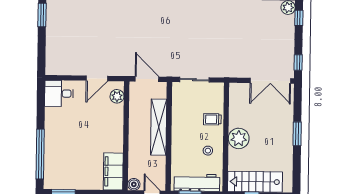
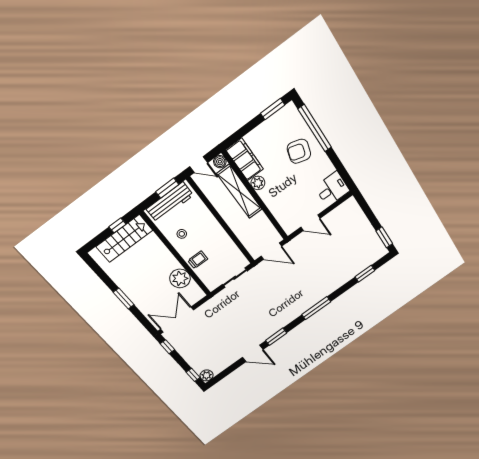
door: (97, 78) -> (310, 223), swing flipped
plant: (117, 96) -> (258, 183), moved
shelving: (159, 127) -> (240, 192), moved
plant: (239, 138) -> (180, 278), moved
armchair: (65, 145) -> (299, 151), added

